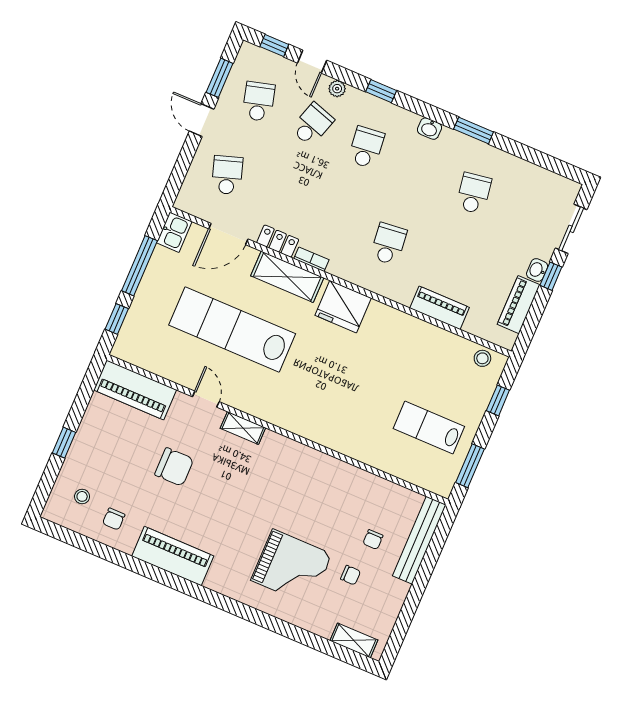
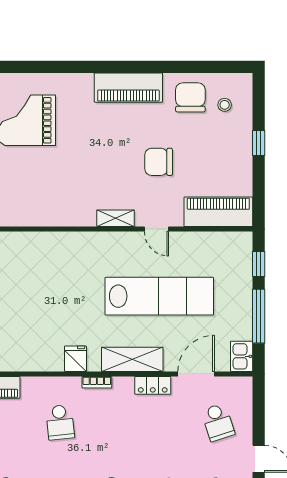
bookcase: (311, 259) -> (97, 382), moved
fridge: (343, 307) -> (75, 359), width x0.53, depth x0.75
chair: (114, 519) -> (190, 97), width x1.87, depth x1.87

